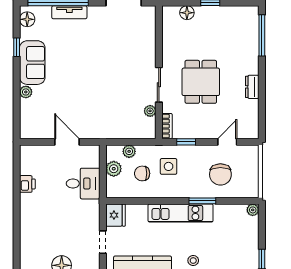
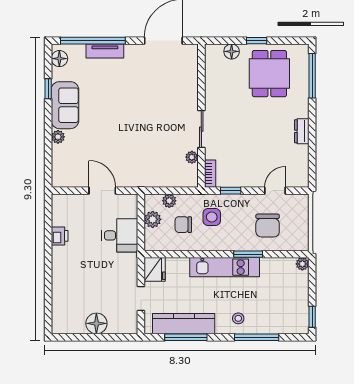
dining table: (201, 82) -> (269, 74), moved

